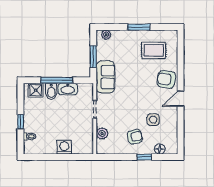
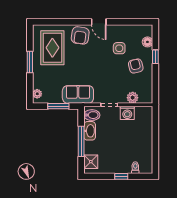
rug: (154, 50) -> (52, 48), width x1.36, depth x1.43
bidet: (51, 91) -> (92, 115), moved
washing machine: (64, 147) -> (127, 113), moved, turned -90

